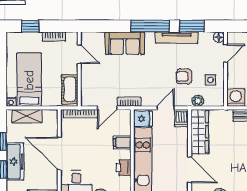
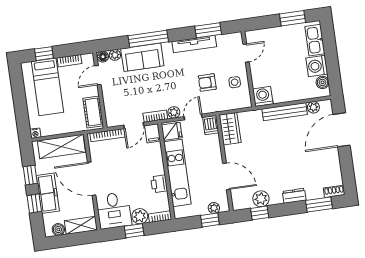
window: (150, 26) -> (148, 39), moved
plant: (99, 37) -> (115, 55), added
floor lamp: (219, 37) -> (103, 57), moved
door: (79, 54) -> (98, 75), swing flipped
bed: (29, 80) -> (47, 87), moved, turned 180
plant: (198, 101) -> (174, 112), moved
shelving: (27, 116) -> (61, 147), width x1.50, depth x1.33
wardrobe: (200, 132) -> (230, 129), width x0.67
filing cabinet: (122, 143) -> (153, 133), moved, turned -90

